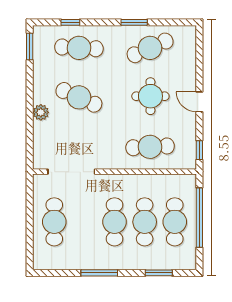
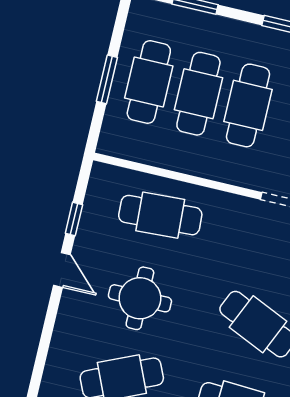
window: (199, 150) -> (74, 219), moved
window: (199, 218) -> (107, 79), width x0.47

